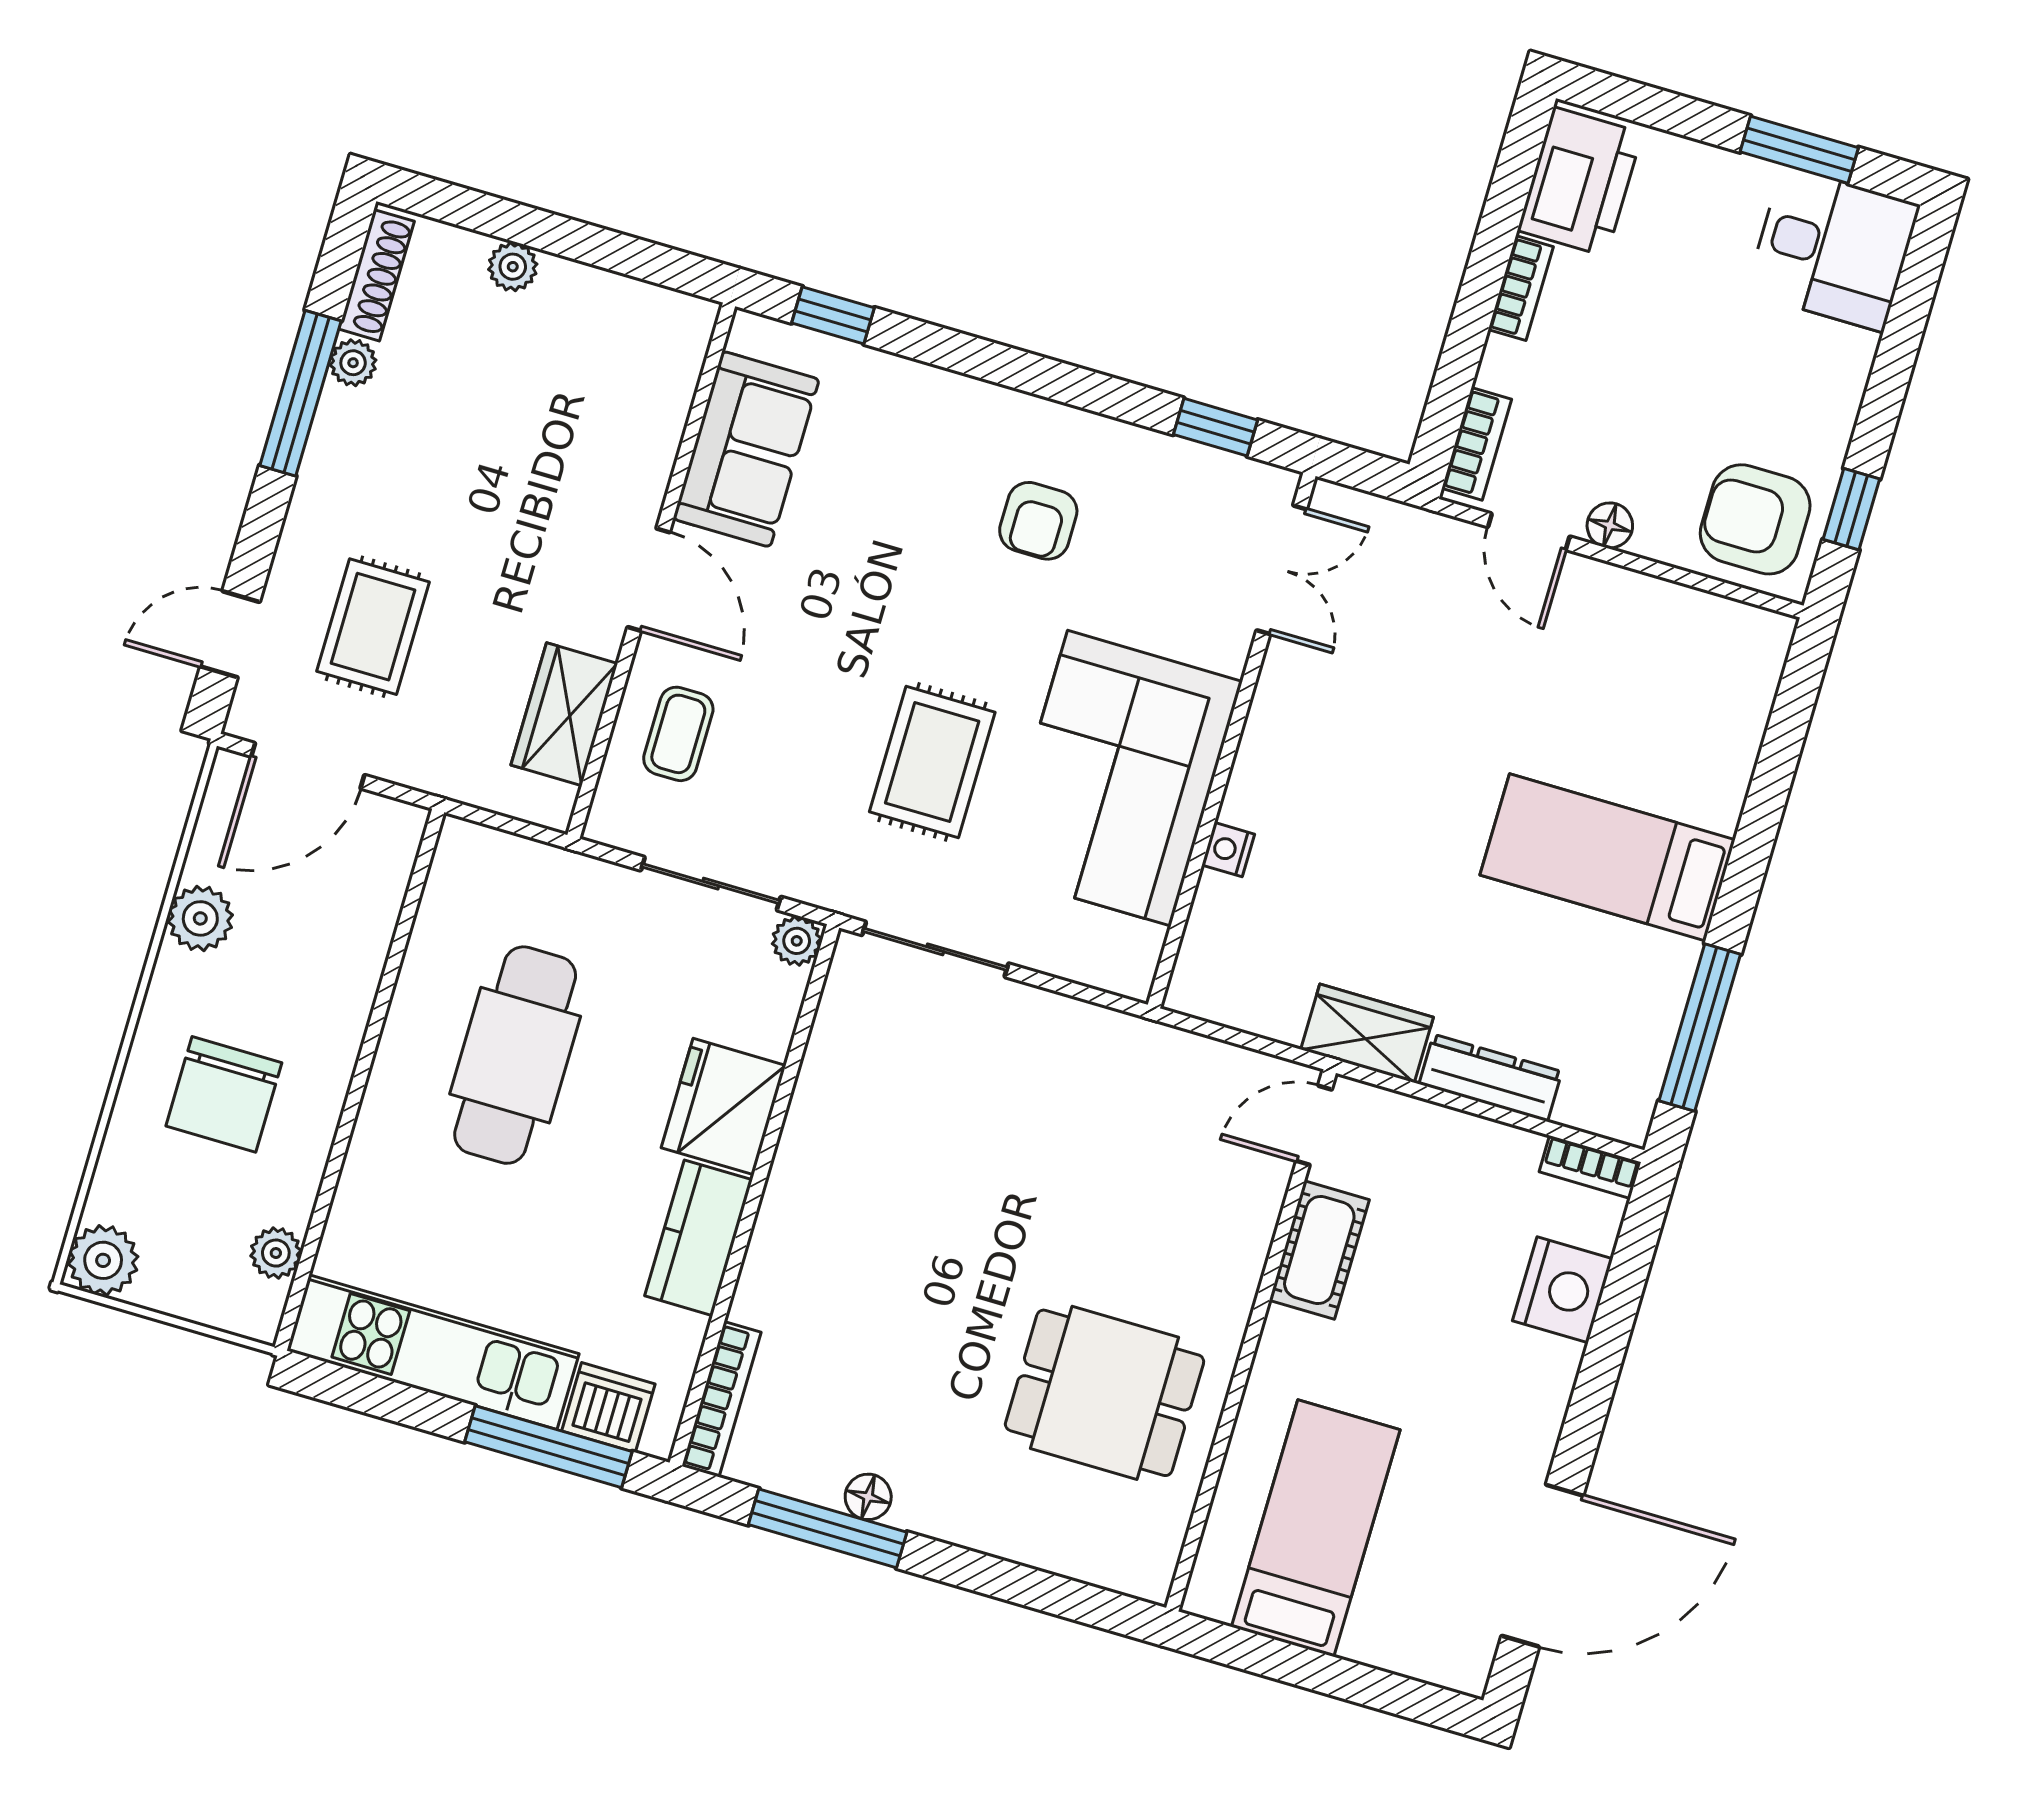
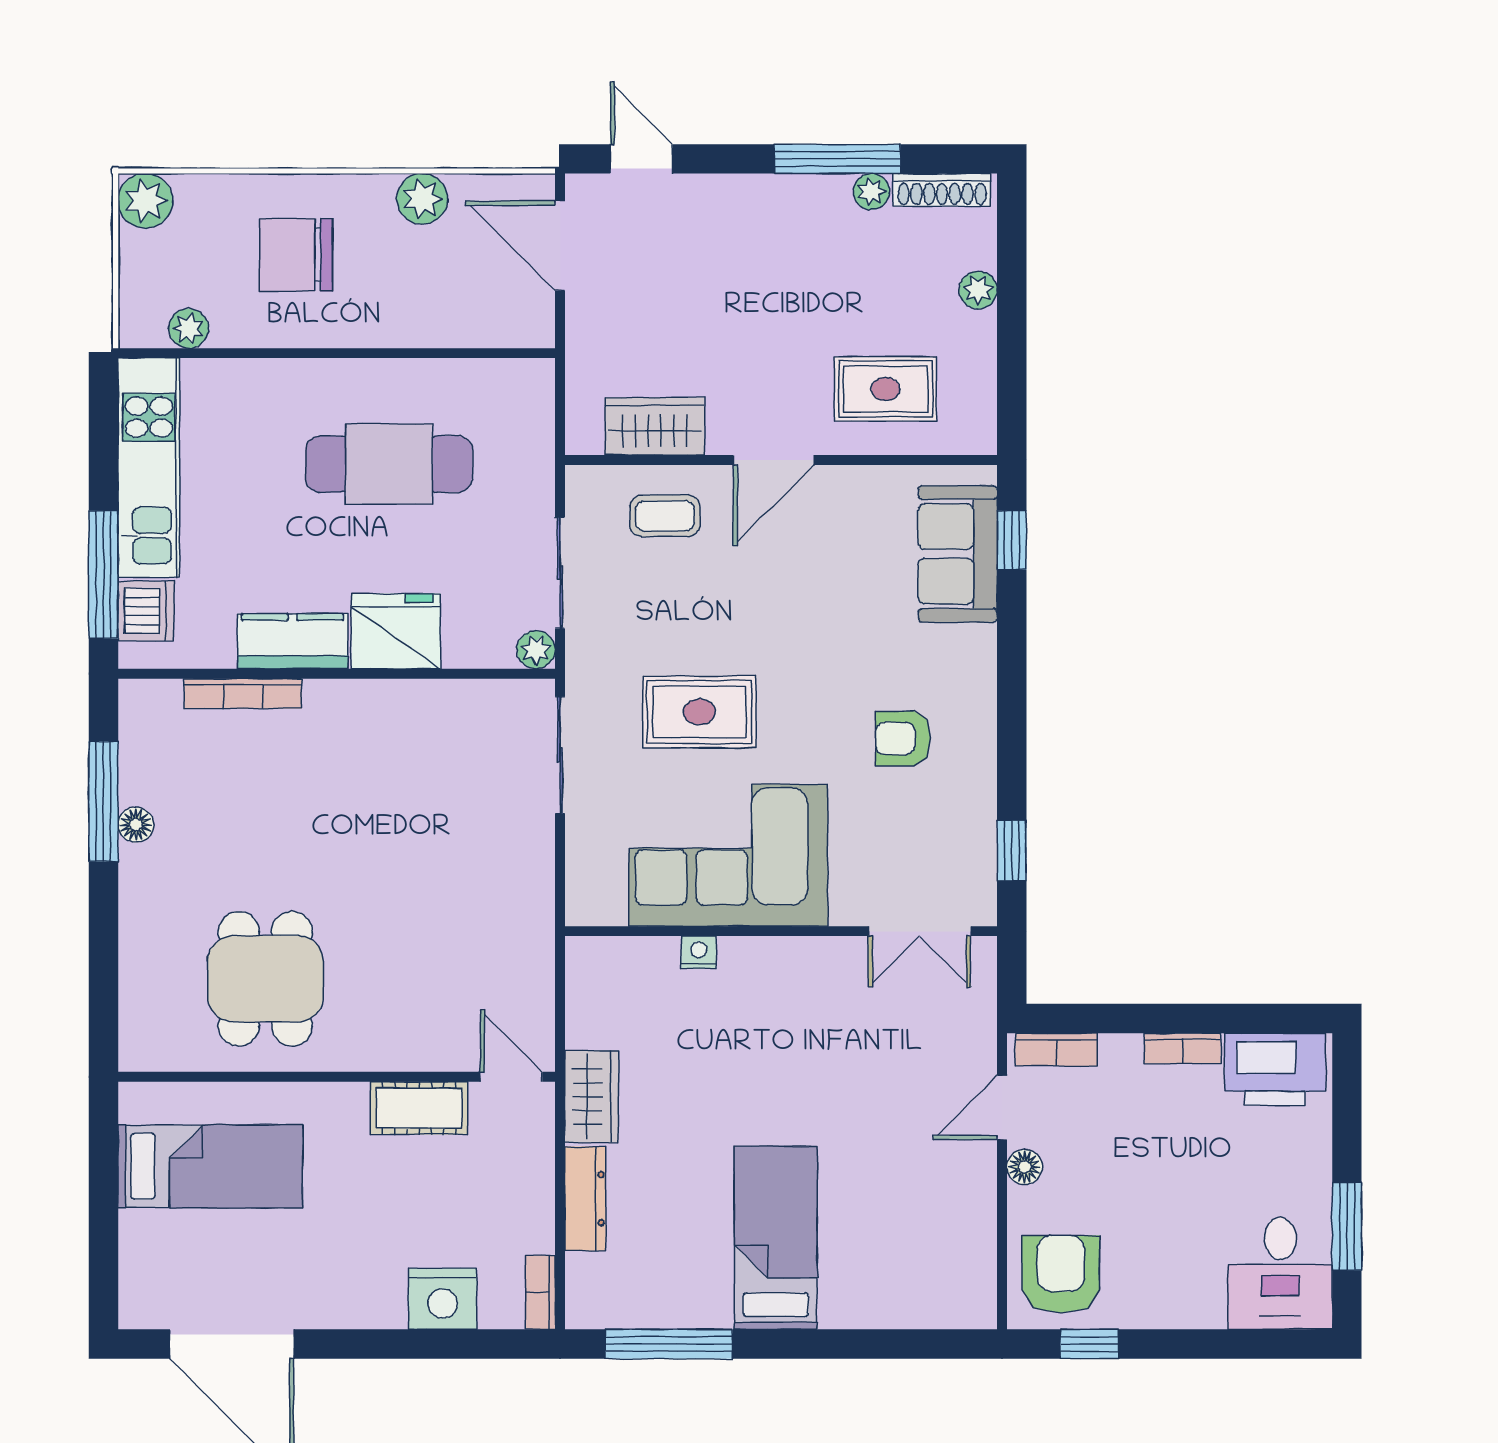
sofa: (746, 449) -> (958, 554), moved, turned 90
rug: (373, 627) -> (886, 389), moved
bookcase: (721, 1399) -> (243, 694), moved

